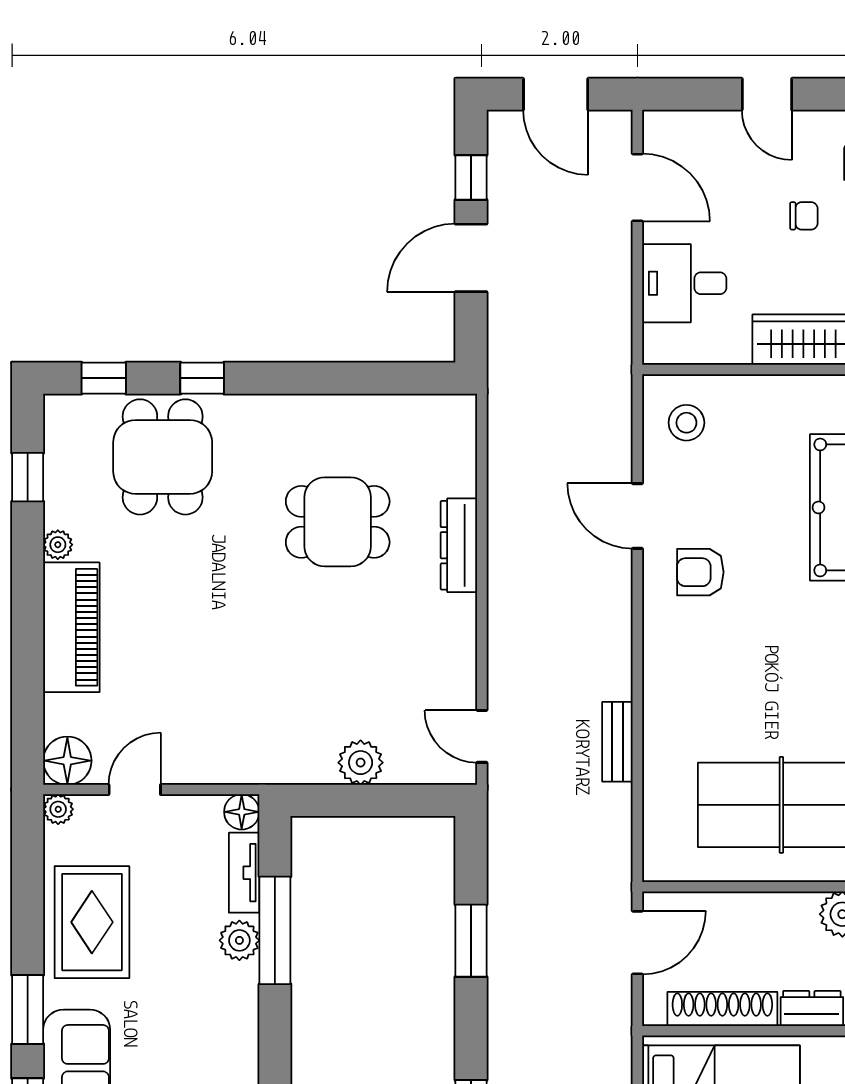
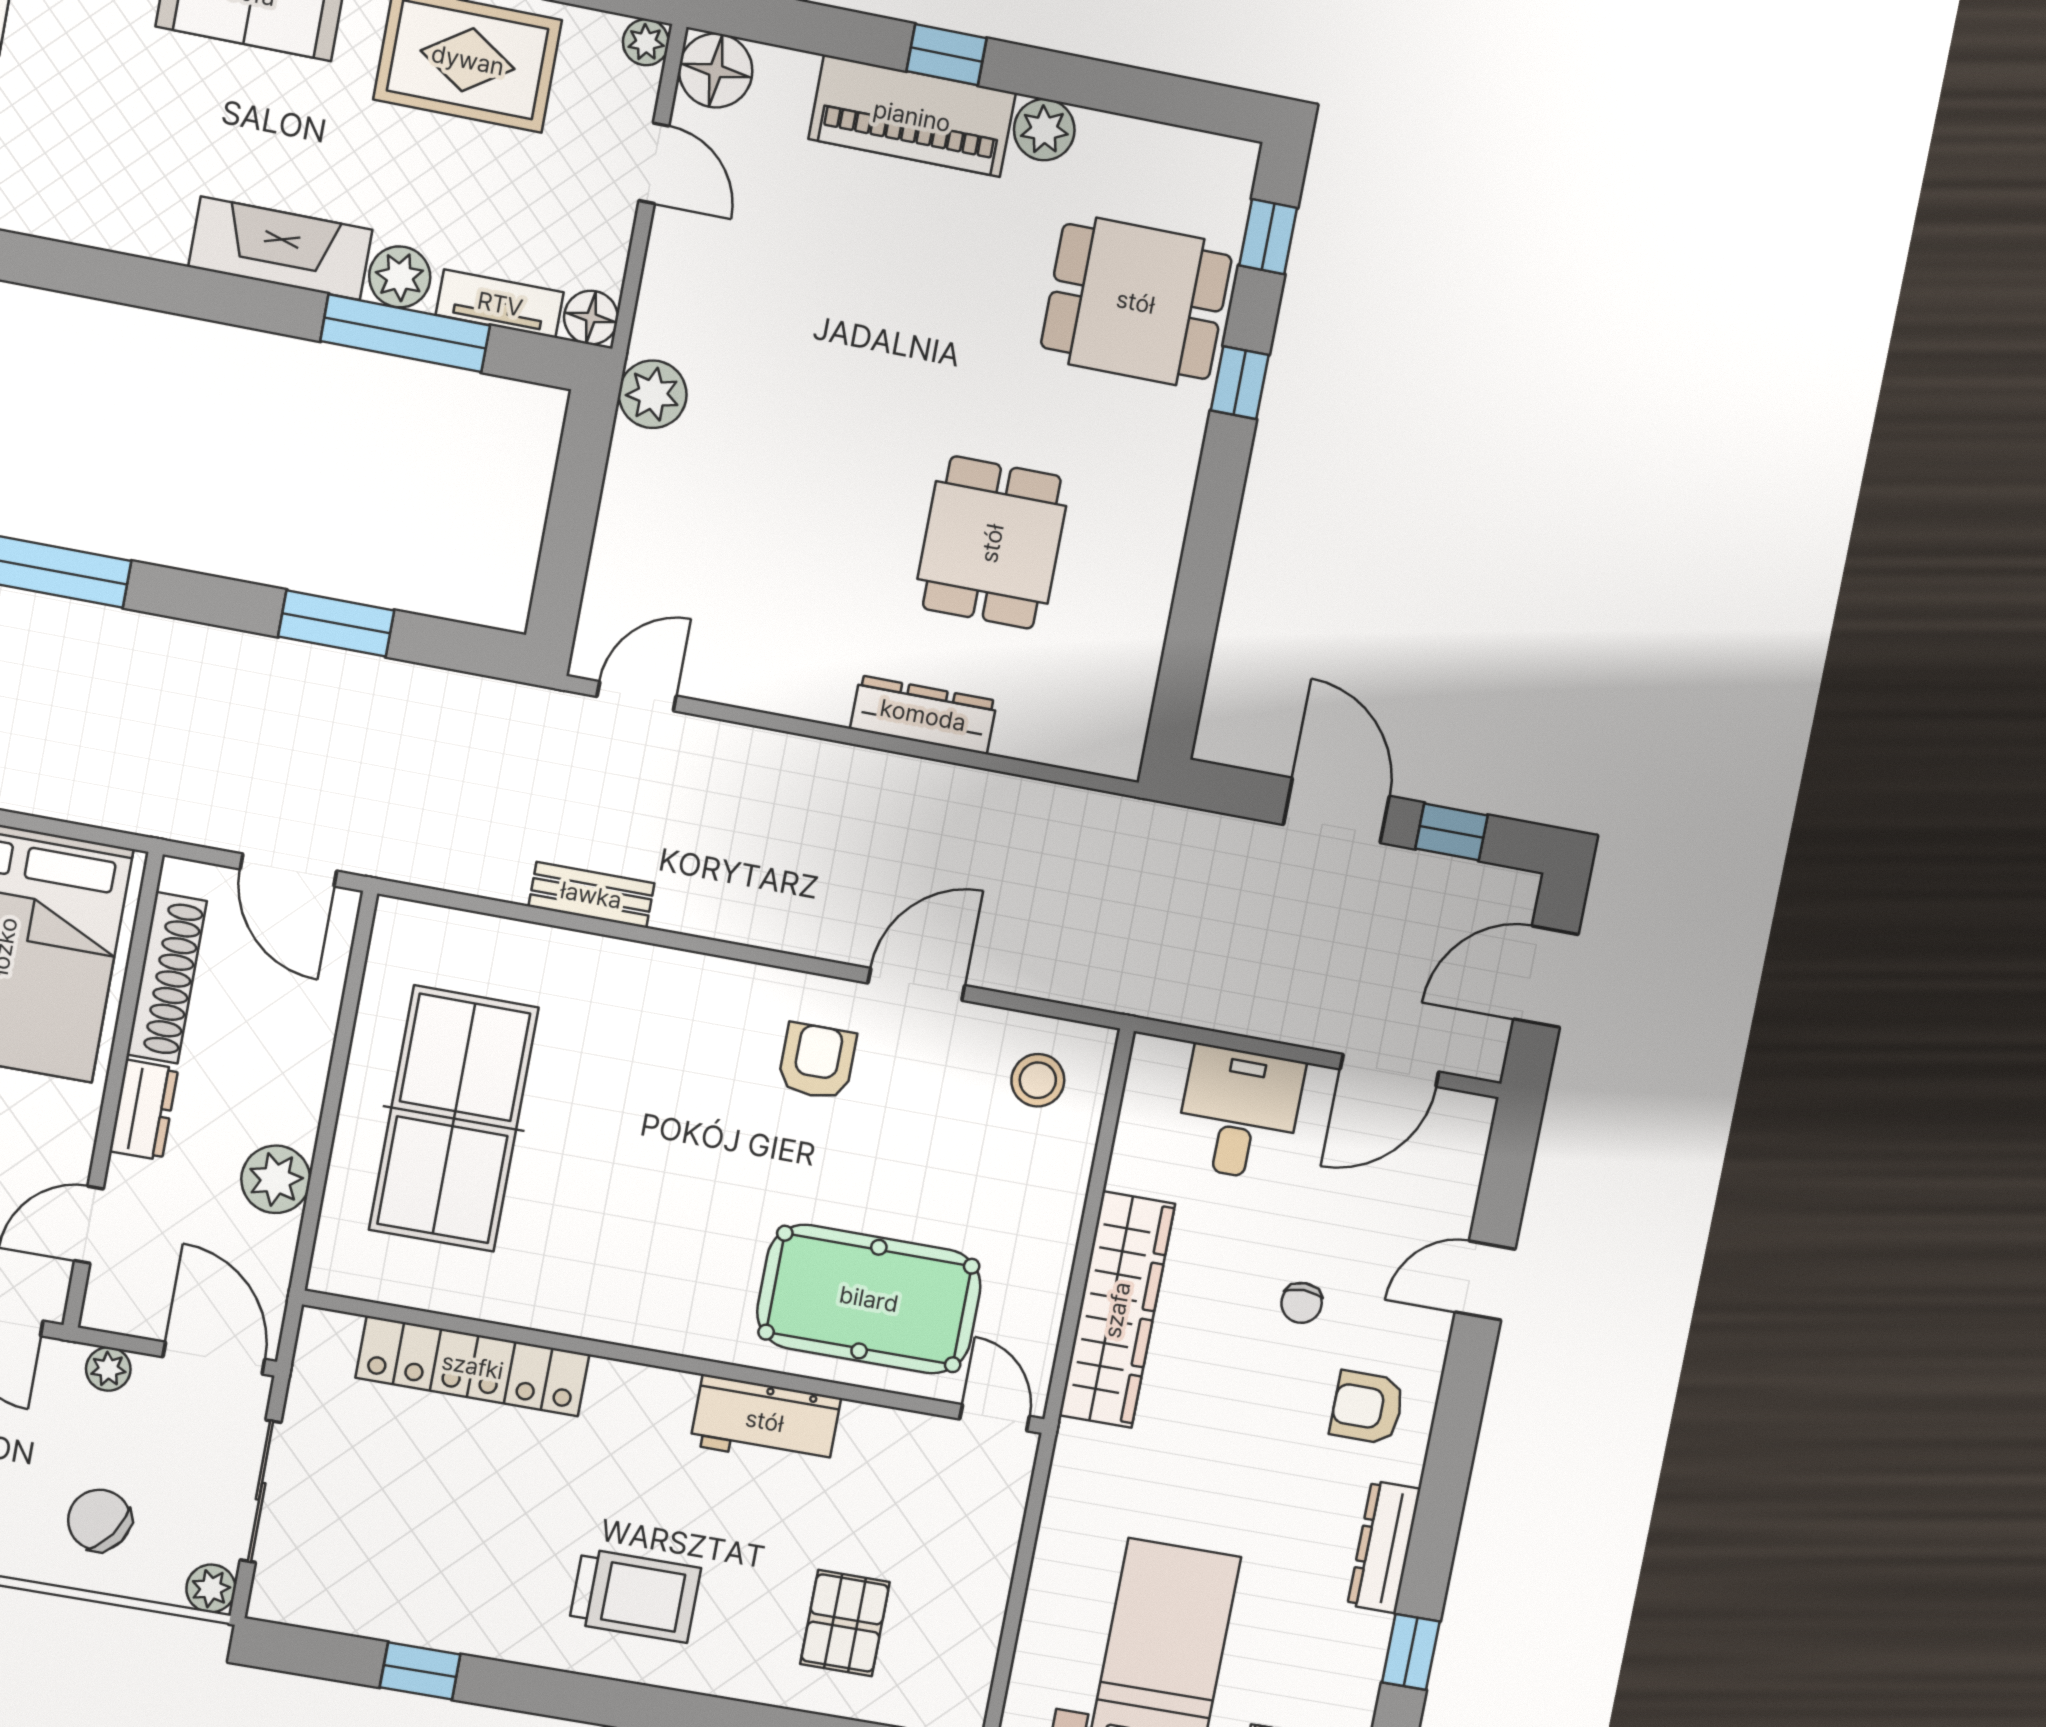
window: (28, 477) -> (946, 55), moved
plant: (58, 545) -> (1044, 130), width x1.38, depth x1.38
plant: (361, 763) -> (653, 394), moved
fireplace: (236, 1020) -> (280, 248), added

